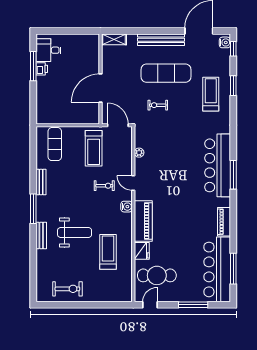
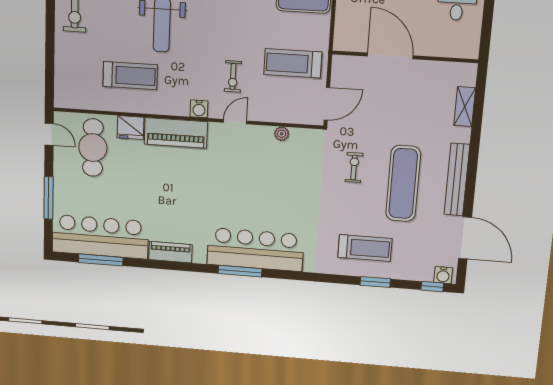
wall: (101, 79) -> (405, 57), moved
door: (101, 88) -> (390, 56), moved

